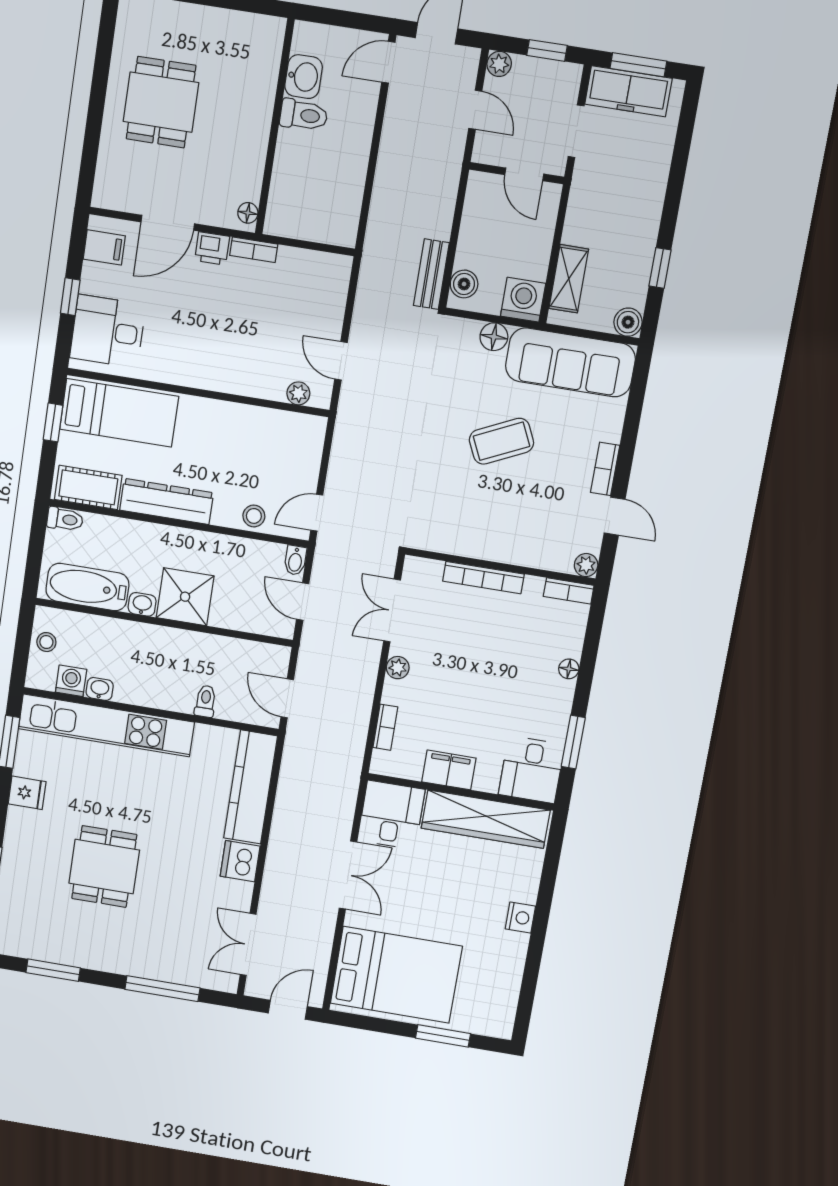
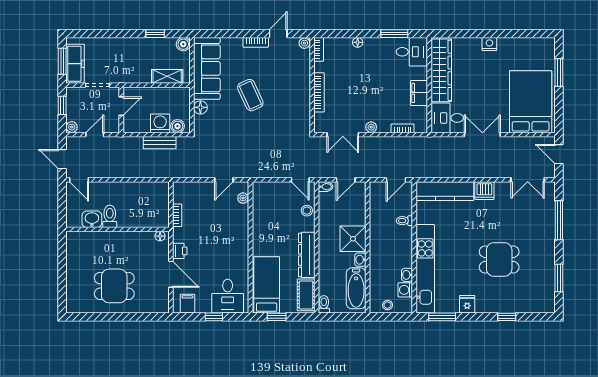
bookcase: (254, 250) -> (177, 215), moved
bench: (431, 274) -> (160, 143), moved
washing machine: (523, 300) -> (160, 123), moved, turned 90

